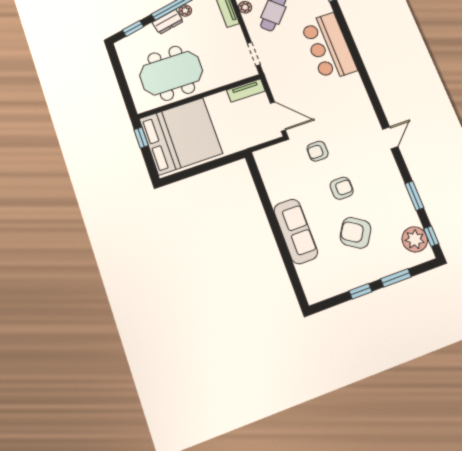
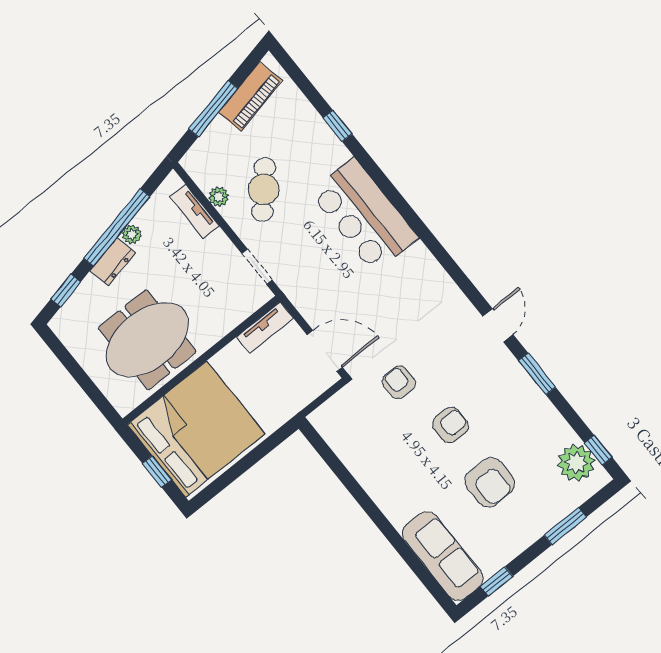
window: (141, 138) -> (157, 471), moved
armchair: (318, 151) -> (399, 383), turned 90
window: (414, 196) -> (537, 374), moved
sofa: (296, 231) -> (443, 556), moved
armchair: (356, 233) -> (490, 482), turned -123
window: (360, 291) -> (497, 581), moved

